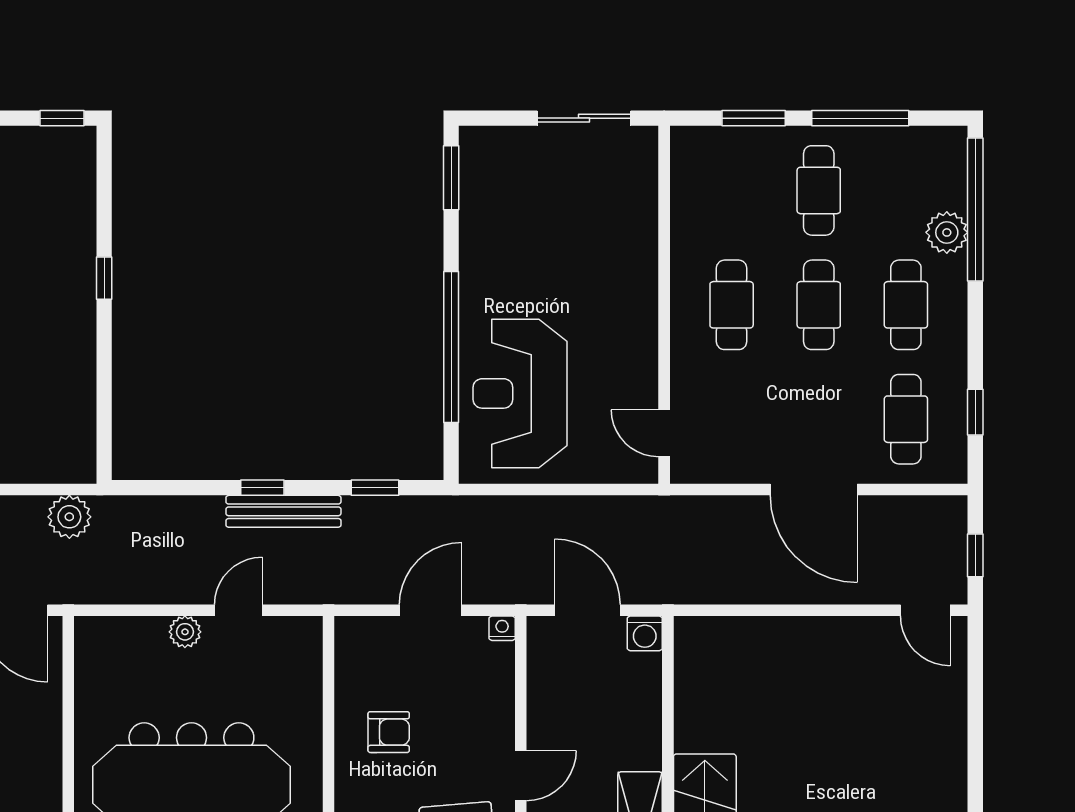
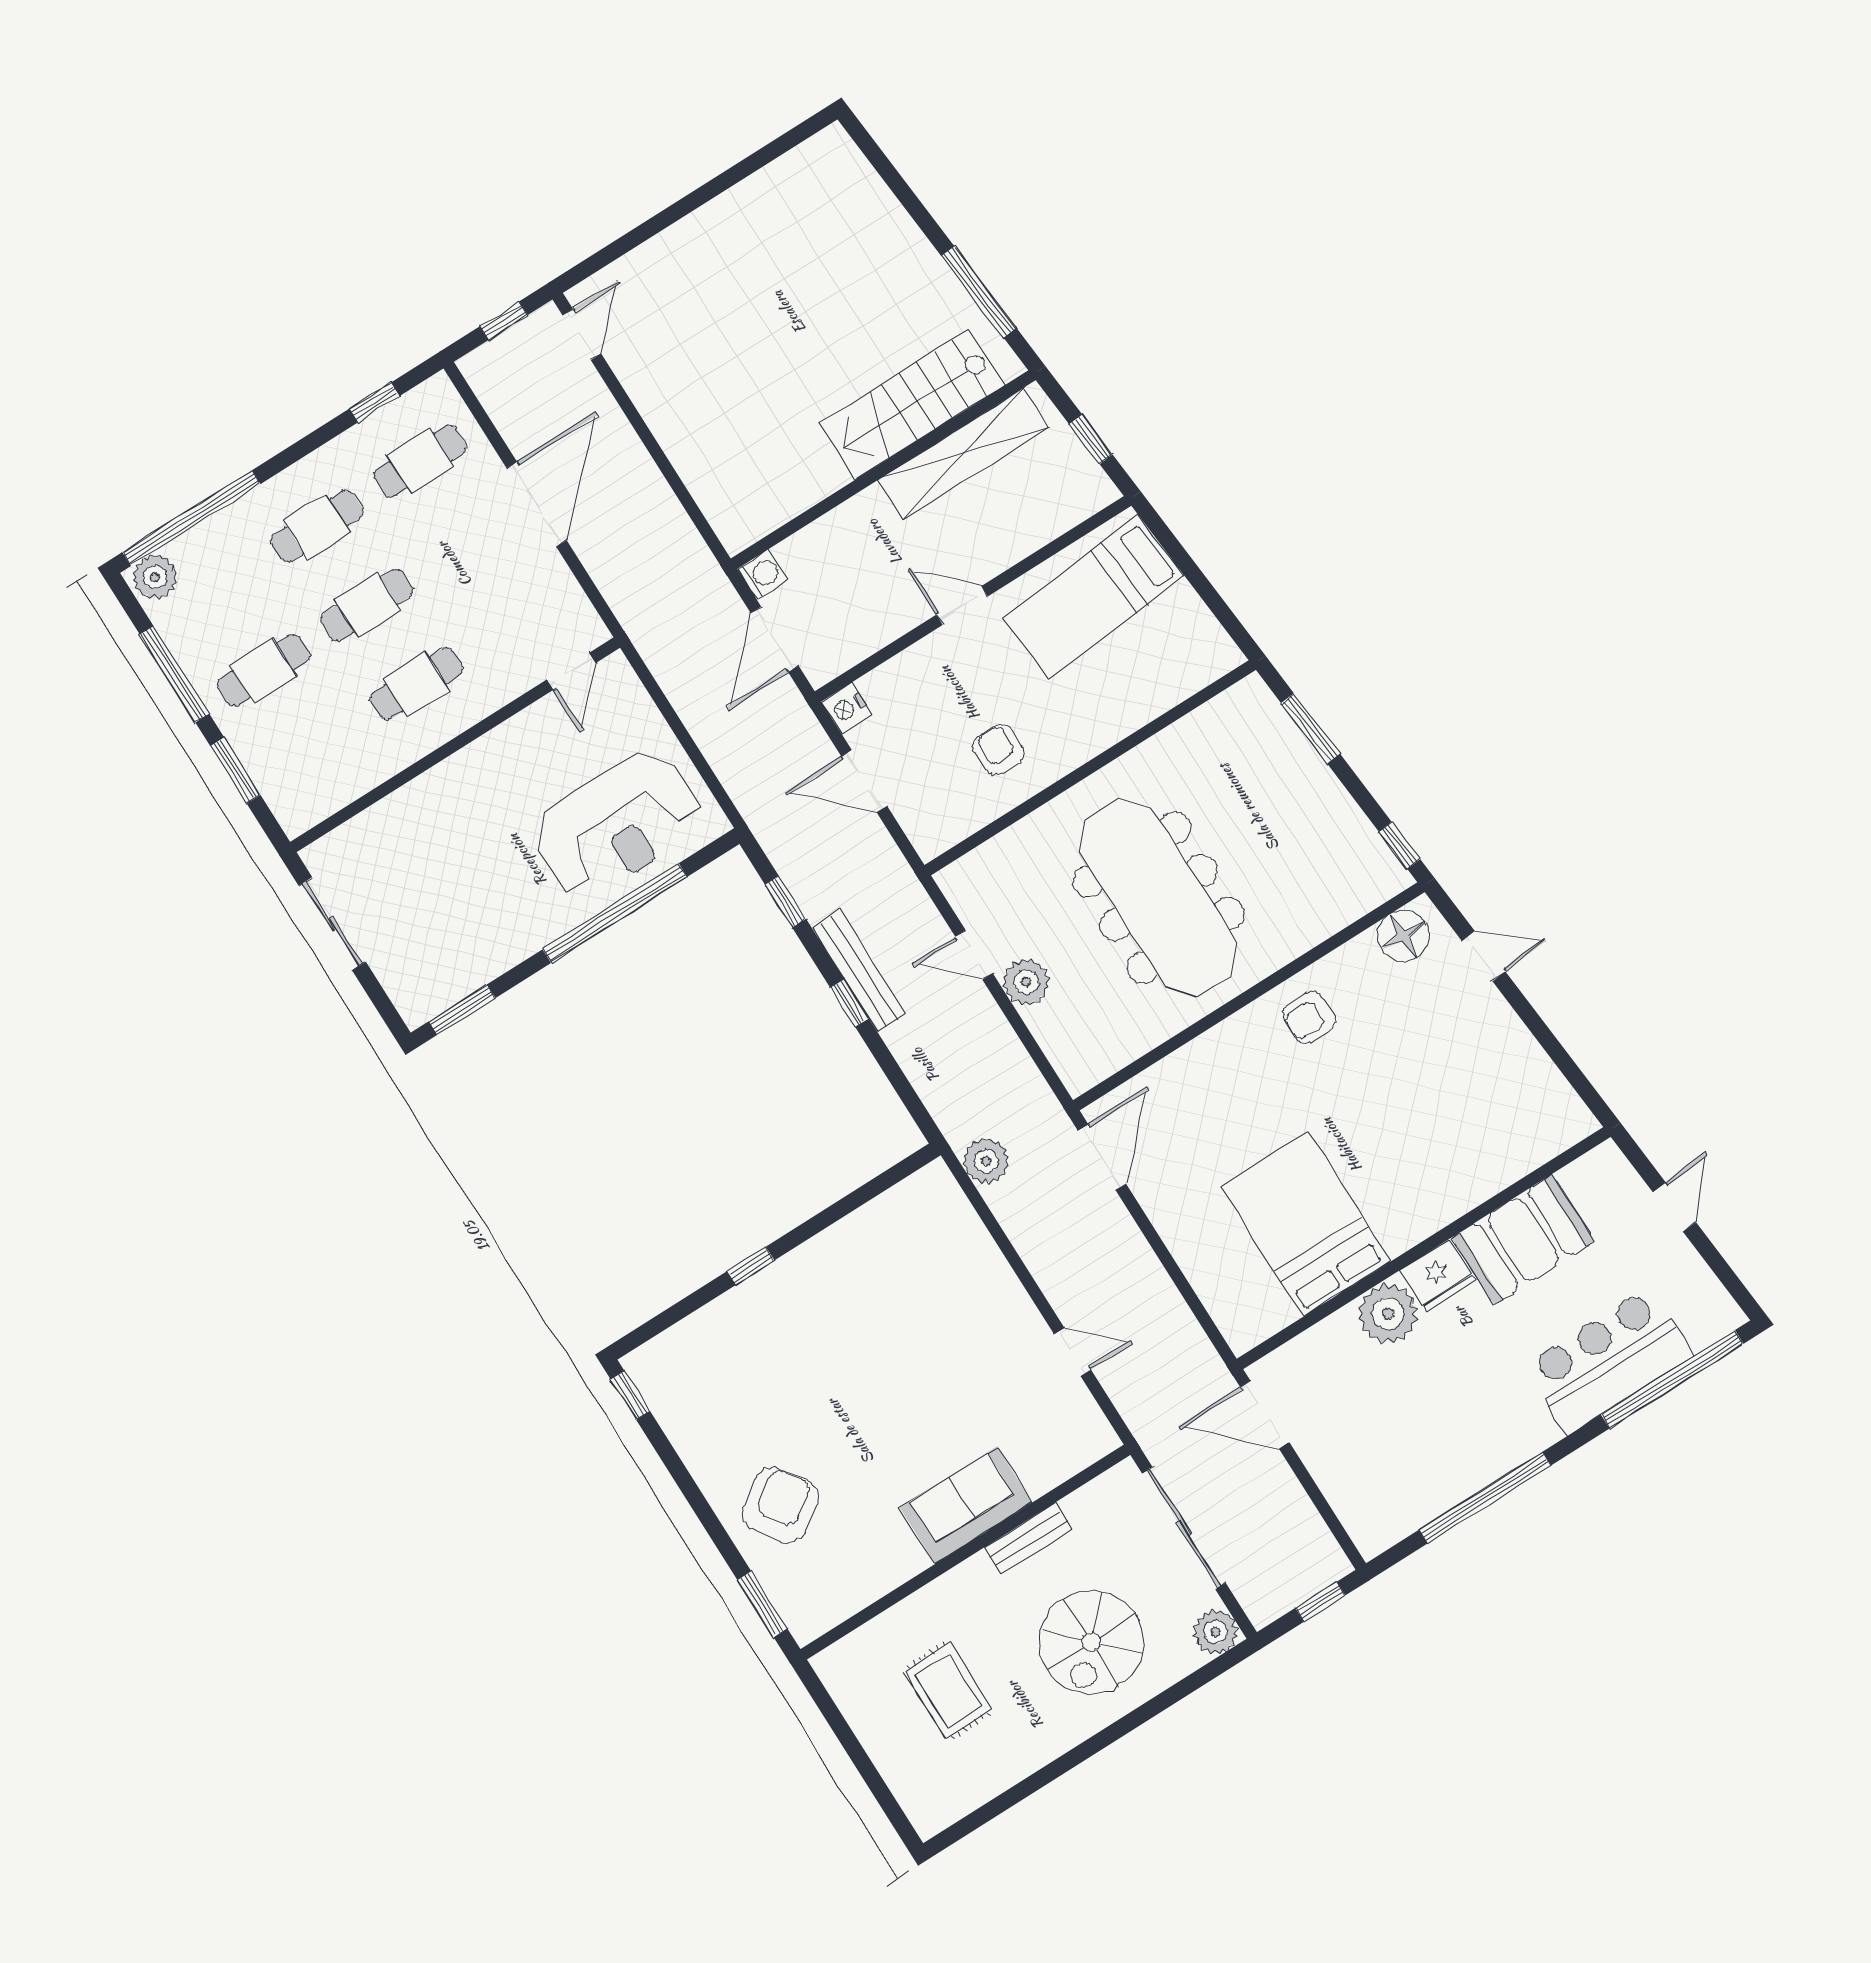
plant: (947, 232) -> (155, 577), moved
nightstand: (502, 628) -> (847, 709), width x1.39, depth x1.35
plant: (185, 632) -> (1026, 982), width x1.38, depth x1.38

